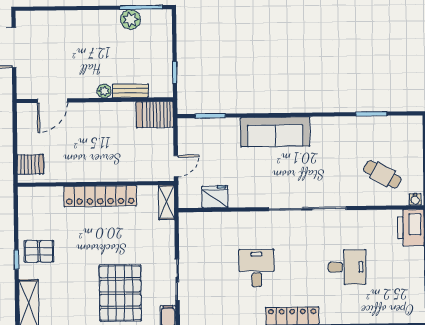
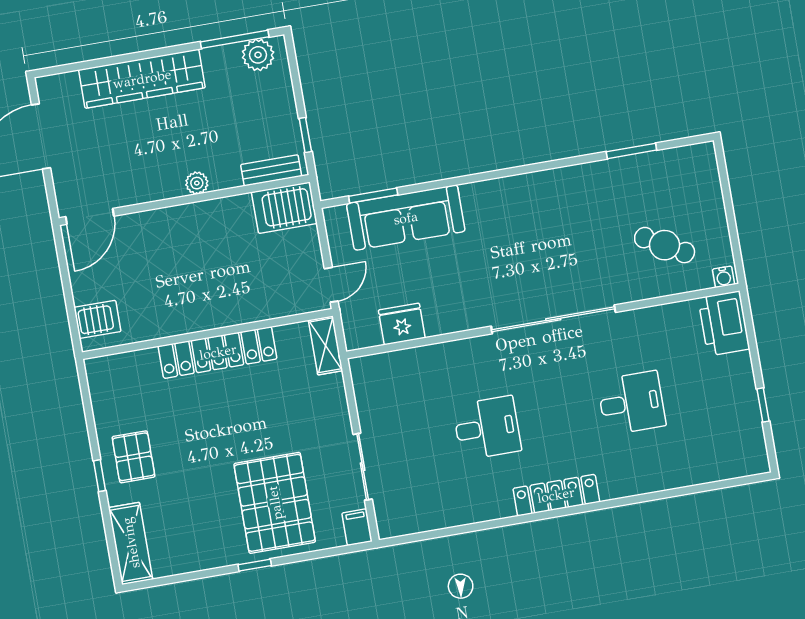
plant: (131, 19) -> (258, 55), moved
wardrobe: (81, 22) -> (142, 79), added
bench: (130, 91) -> (271, 170), moved
door: (52, 101) -> (90, 216), moved
sofa: (275, 132) -> (406, 218), moved
pallet: (39, 251) -> (133, 457), turned 90
desk: (257, 268) -> (487, 428), turned 90

